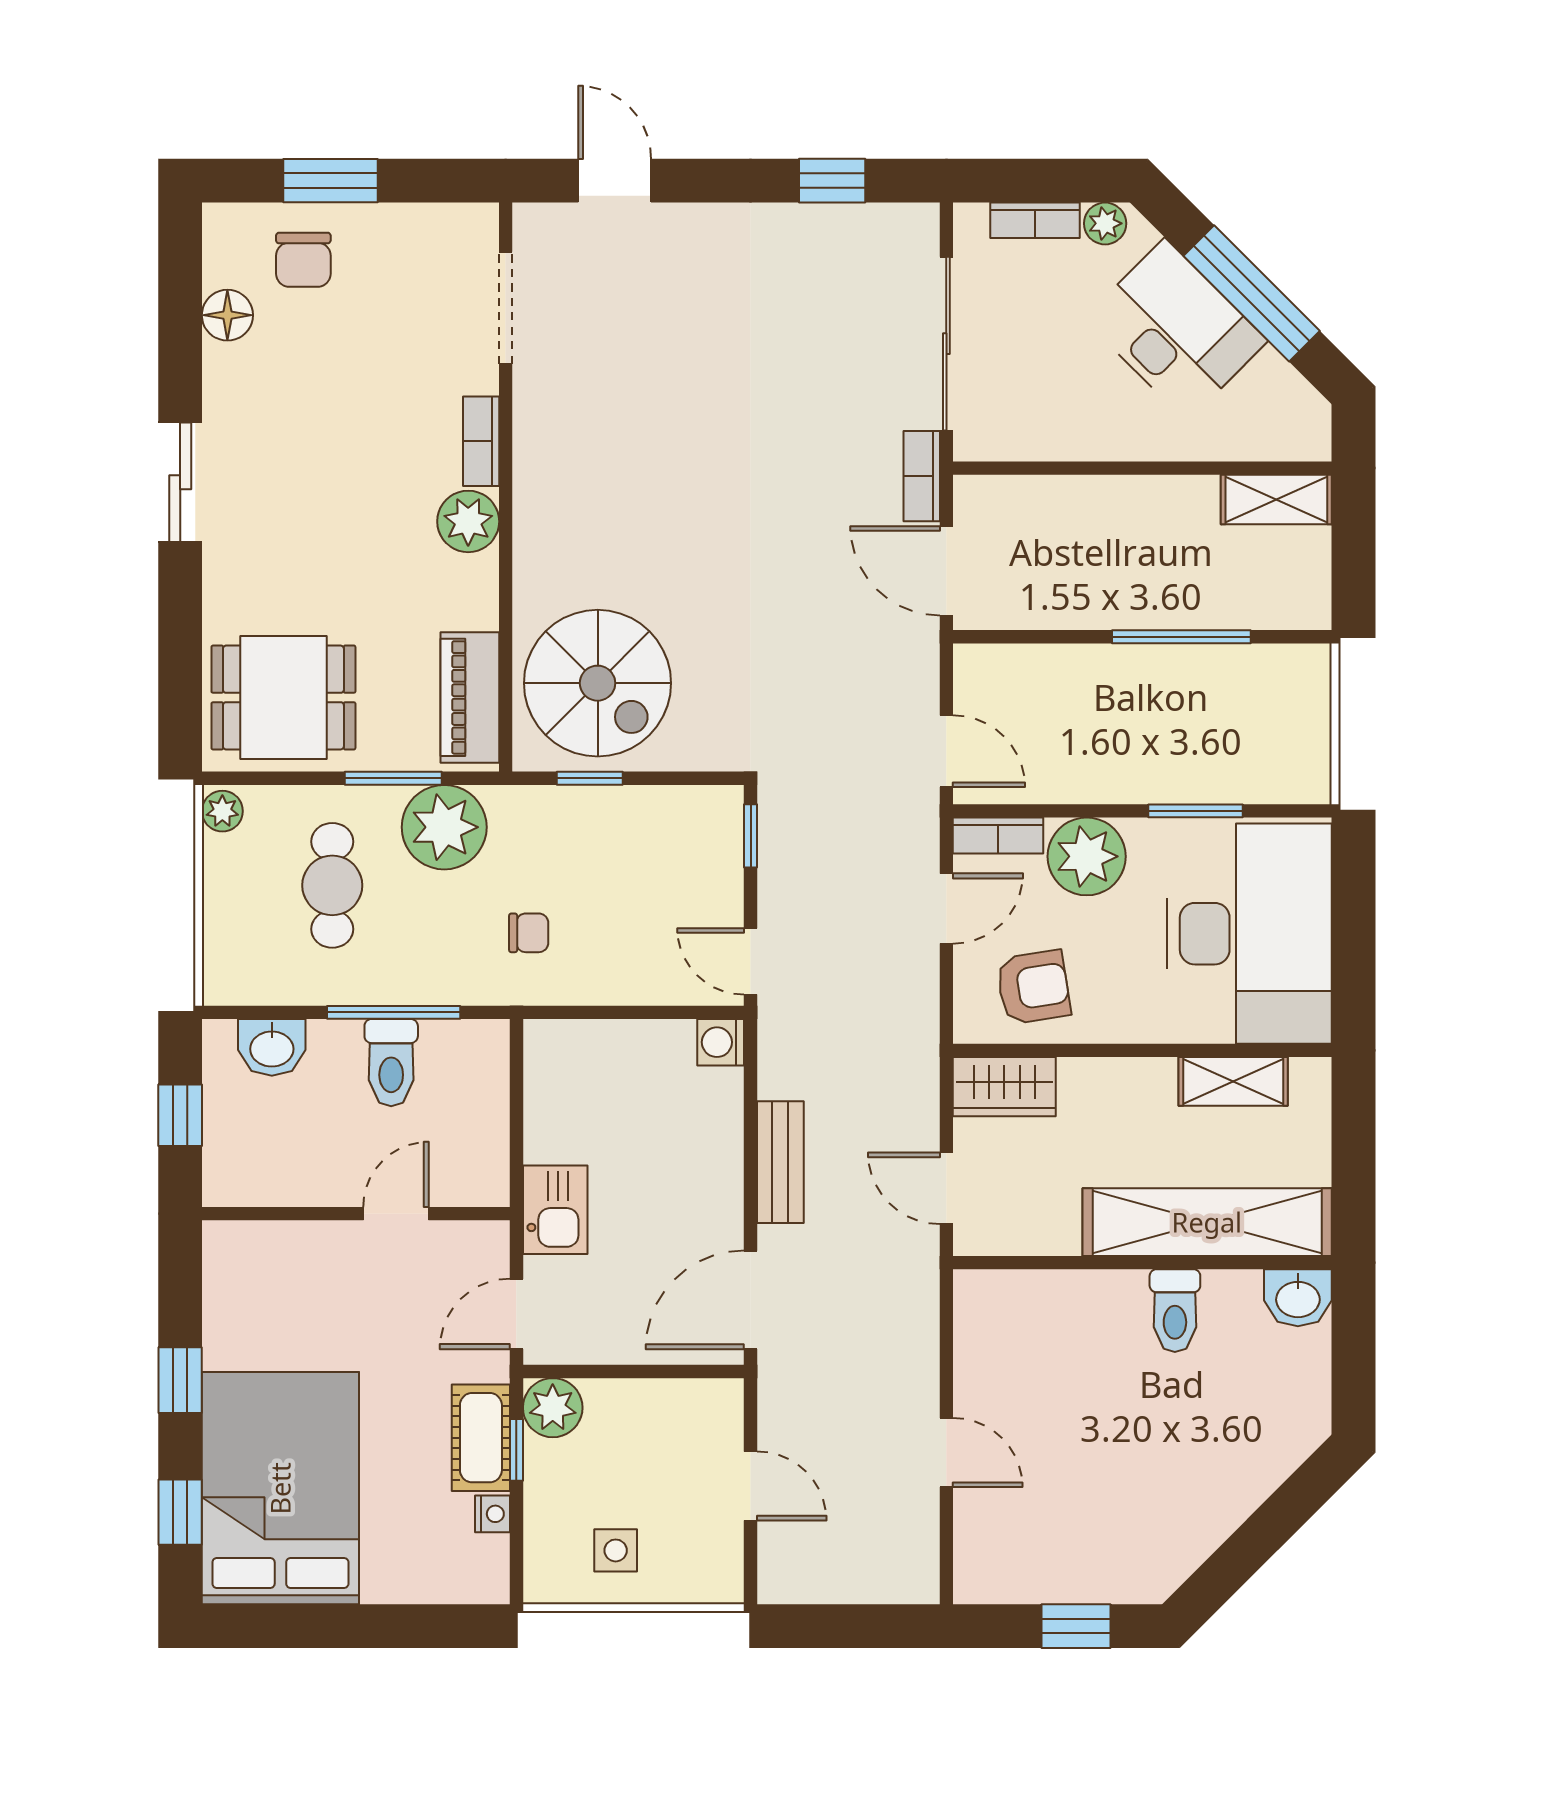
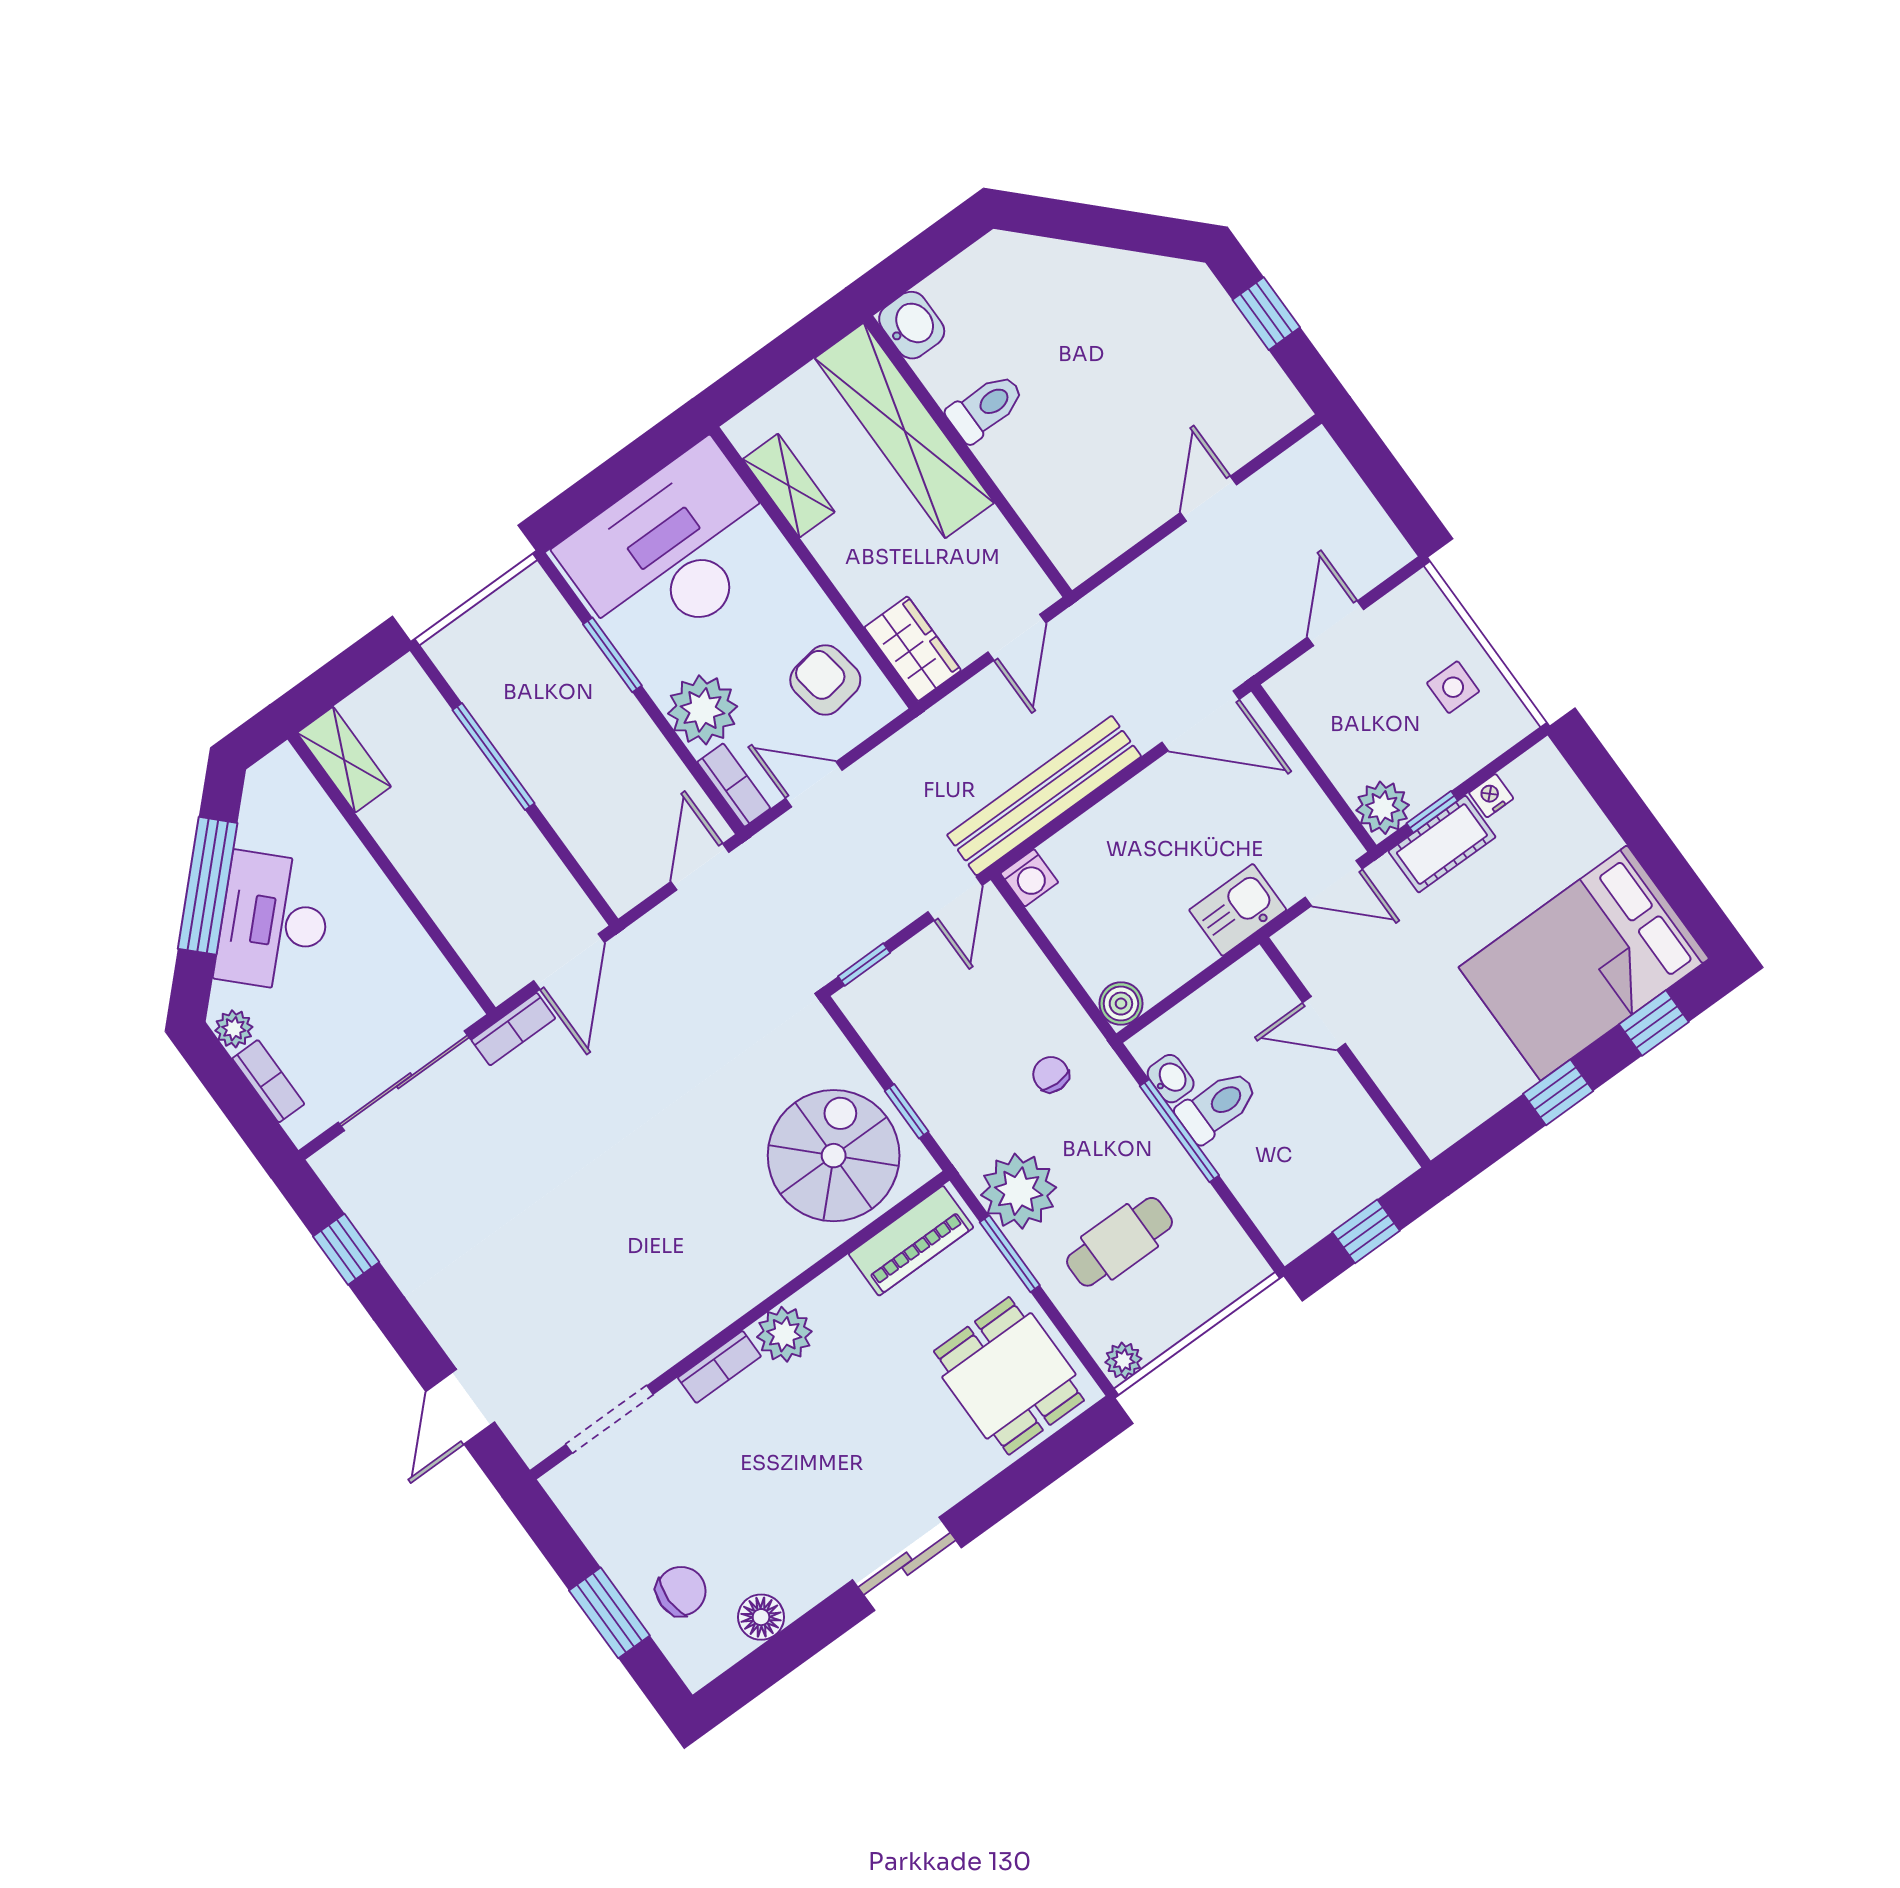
boiler: (547, 1043) -> (1121, 1004), added
washbasin: (272, 1047) -> (1171, 1079), moved, width x0.72, depth x0.69
bench: (780, 1162) -> (1044, 796), width x1.86, depth x1.21

